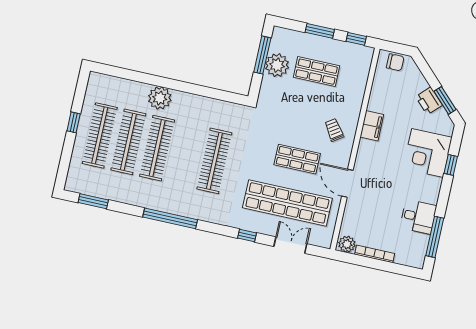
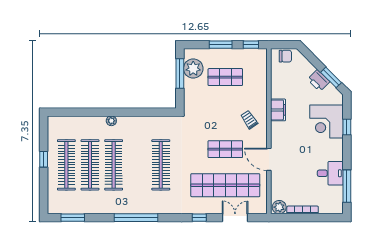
plant: (277, 65) -> (193, 69), moved
plant: (160, 98) -> (111, 121), width x0.53, depth x0.53

